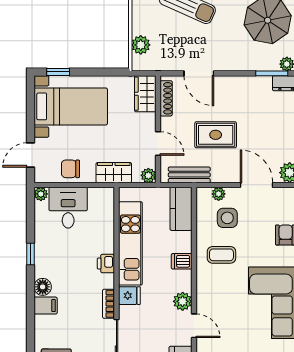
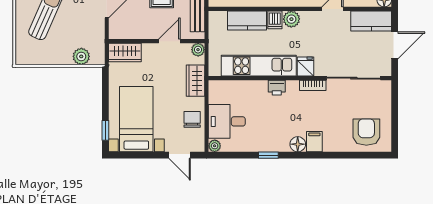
shoe rack: (166, 98) -> (129, 34), removed
chair: (70, 169) -> (192, 119), turned 180
kitchen counter: (181, 209) -> (247, 21), moved
plant: (183, 301) -> (291, 19), moved

